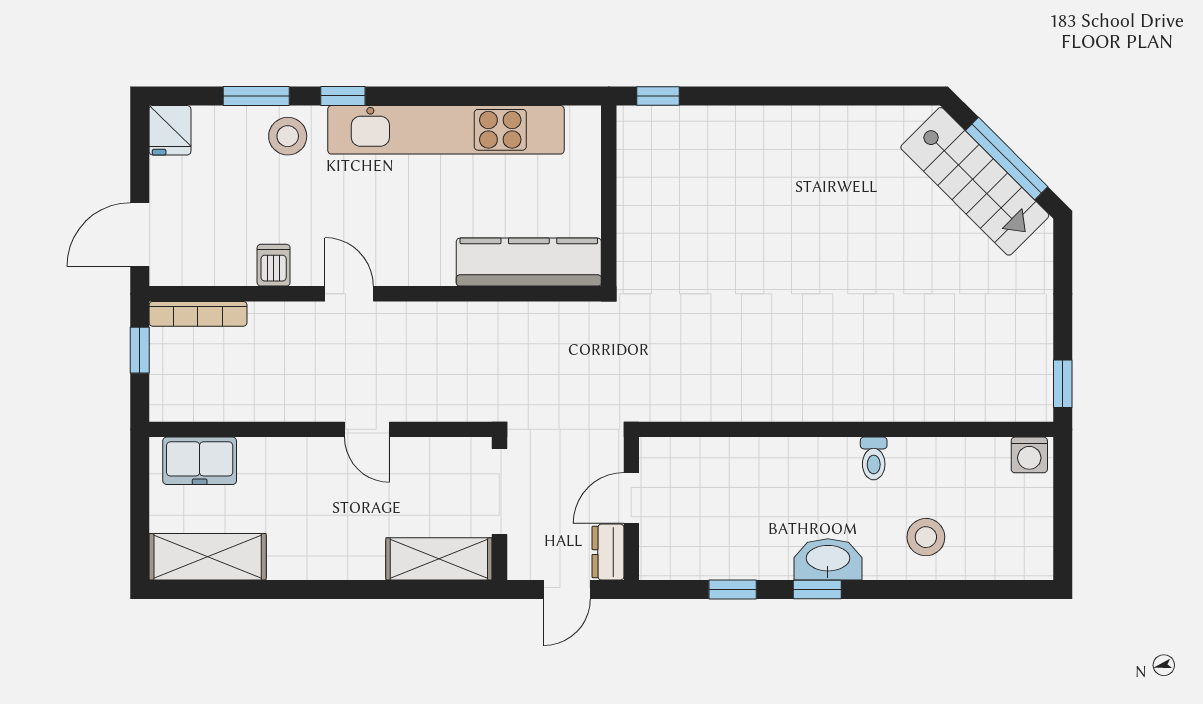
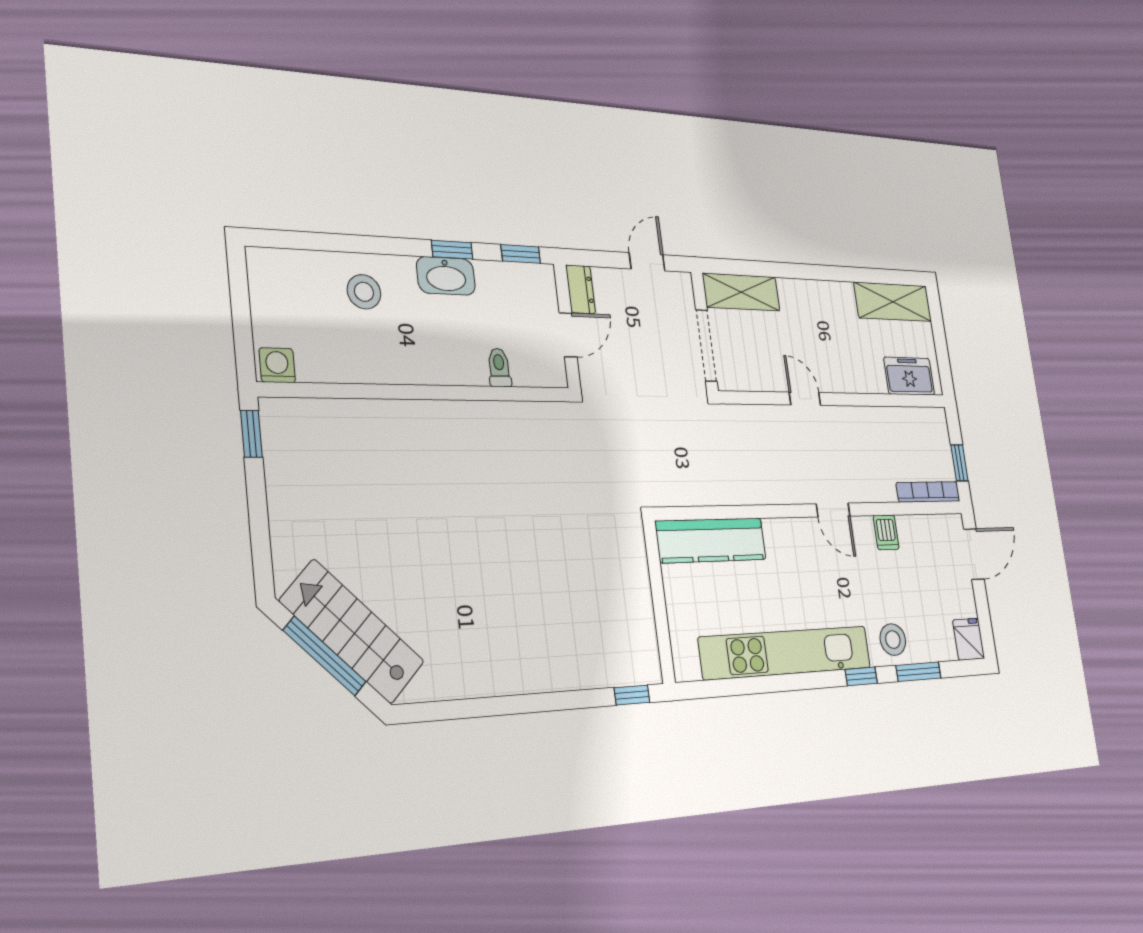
toilet: (874, 458) -> (499, 368), moved
door: (631, 498) -> (568, 335), moved
wall: (631, 509) -> (567, 326), moved
dresser: (608, 552) -> (581, 289), moved

